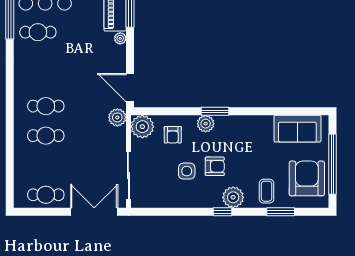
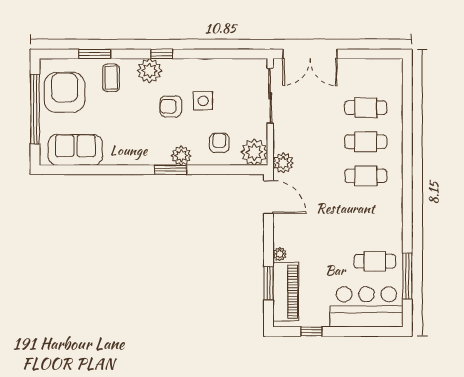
armchair: (307, 178) -> (65, 92), turned 180
cafe table: (46, 195) -> (366, 108), moved

